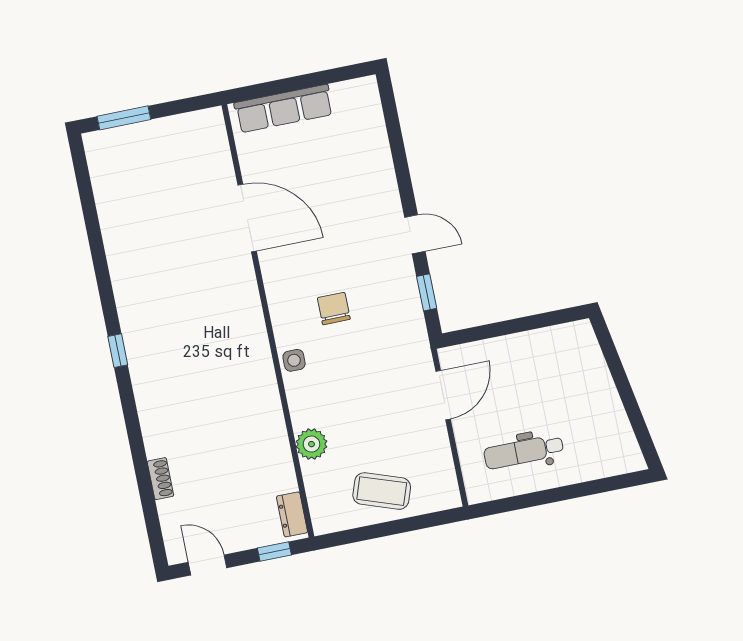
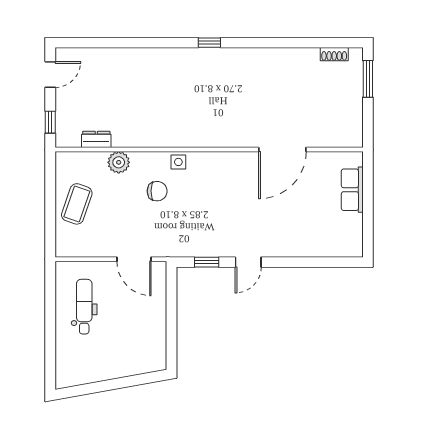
row of seats: (284, 109) -> (352, 190), width x0.68
chair: (334, 308) -> (157, 191), moved
shoe rack: (160, 479) -> (334, 54), moved
dresser: (292, 514) -> (96, 139), moved

